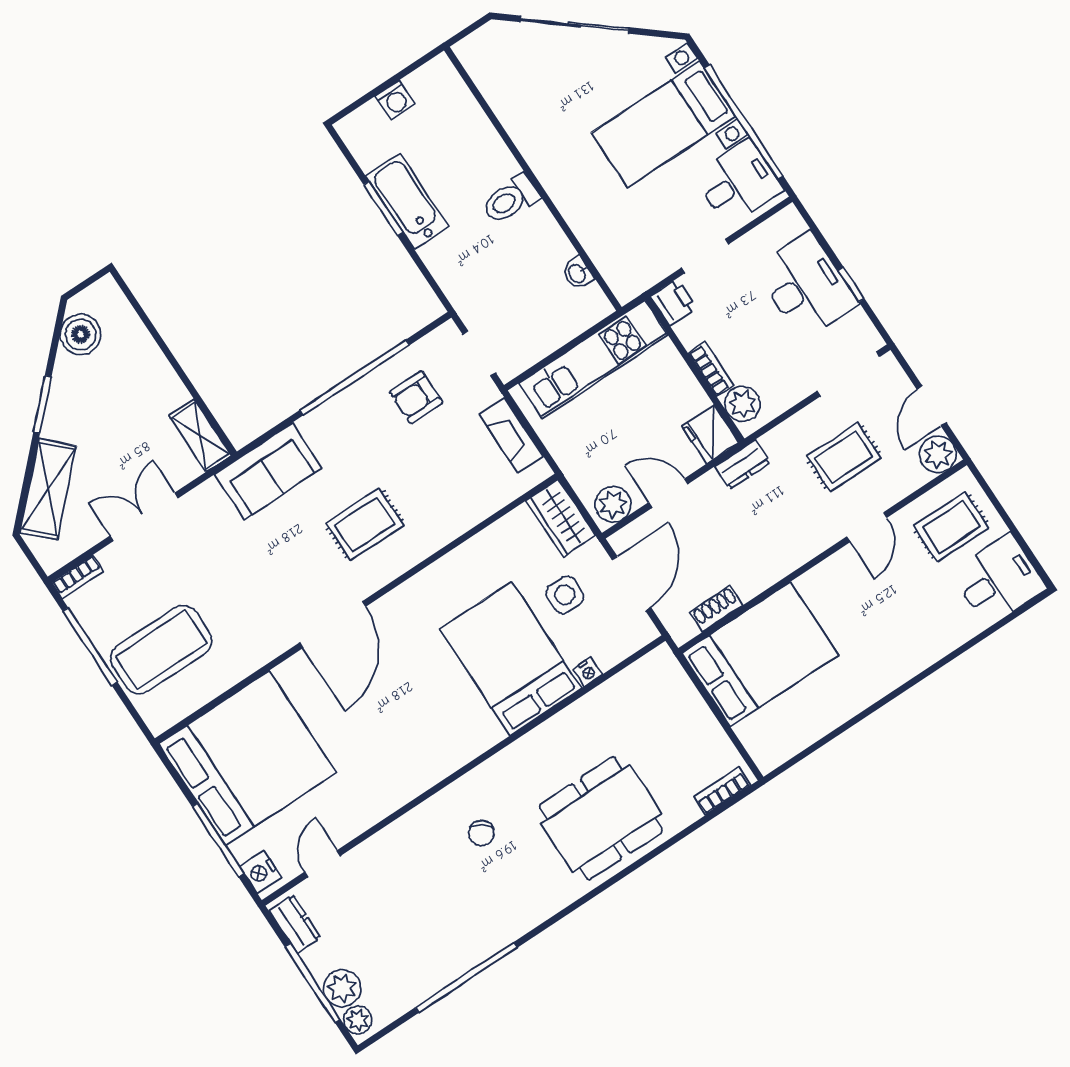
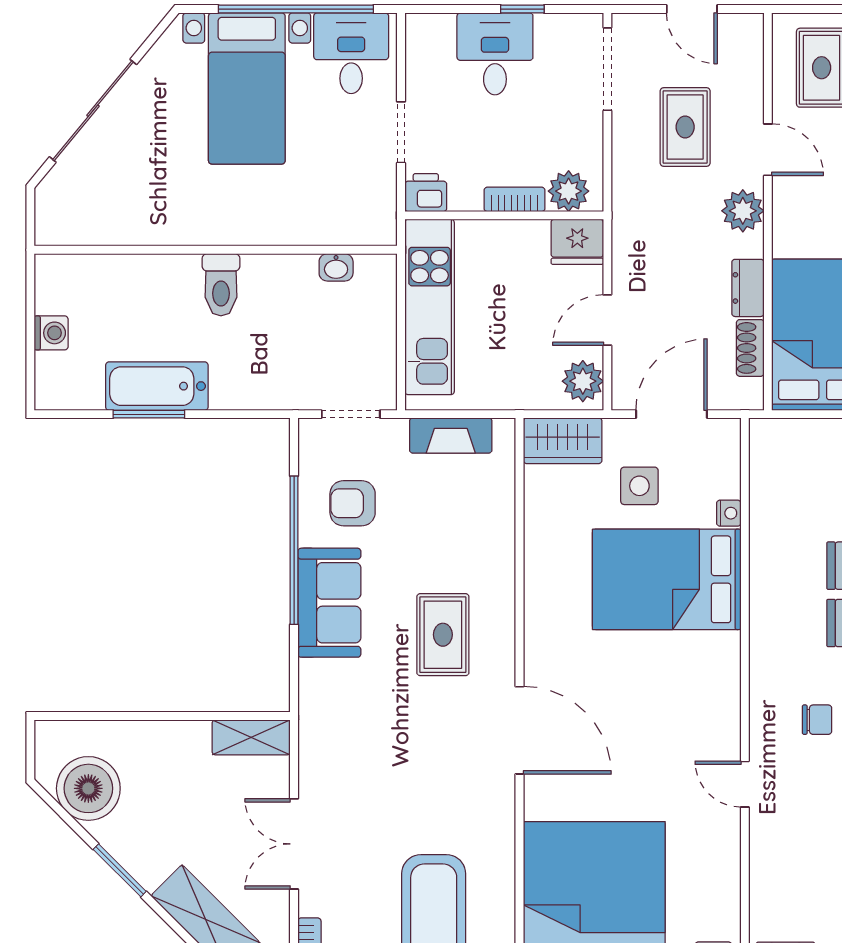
desk: (806, 286) -> (495, 54), width x0.73
boiler: (80, 334) -> (88, 788), width x1.37, depth x1.37
armchair: (416, 397) -> (353, 503), turned 90
plant: (938, 454) -> (743, 211), moved
dresser: (742, 465) -> (748, 288), moved, turned 180
sofa: (268, 471) -> (329, 603), moved
door: (631, 584) -> (672, 414), hinge flipped
chair: (481, 833) -> (817, 720), turned -39
door: (322, 864) -> (745, 784), moved

